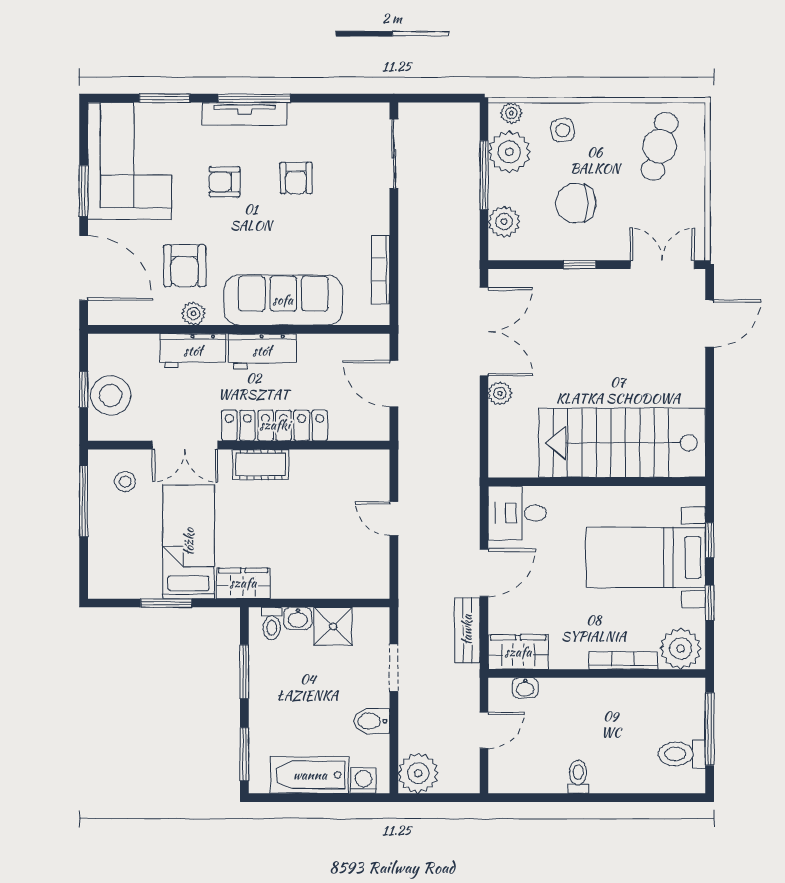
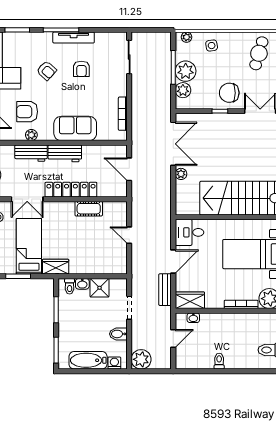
tv unit: (245, 114) -> (74, 38), moved
plant: (509, 152) -> (186, 71), moved
armchair: (225, 182) -> (47, 71), turned -138
chair: (576, 203) -> (229, 93), moved
armchair: (185, 266) -> (27, 112), turned 90
sofa: (283, 300) -> (75, 128), width x0.73
cot: (261, 464) -> (89, 209), moved

